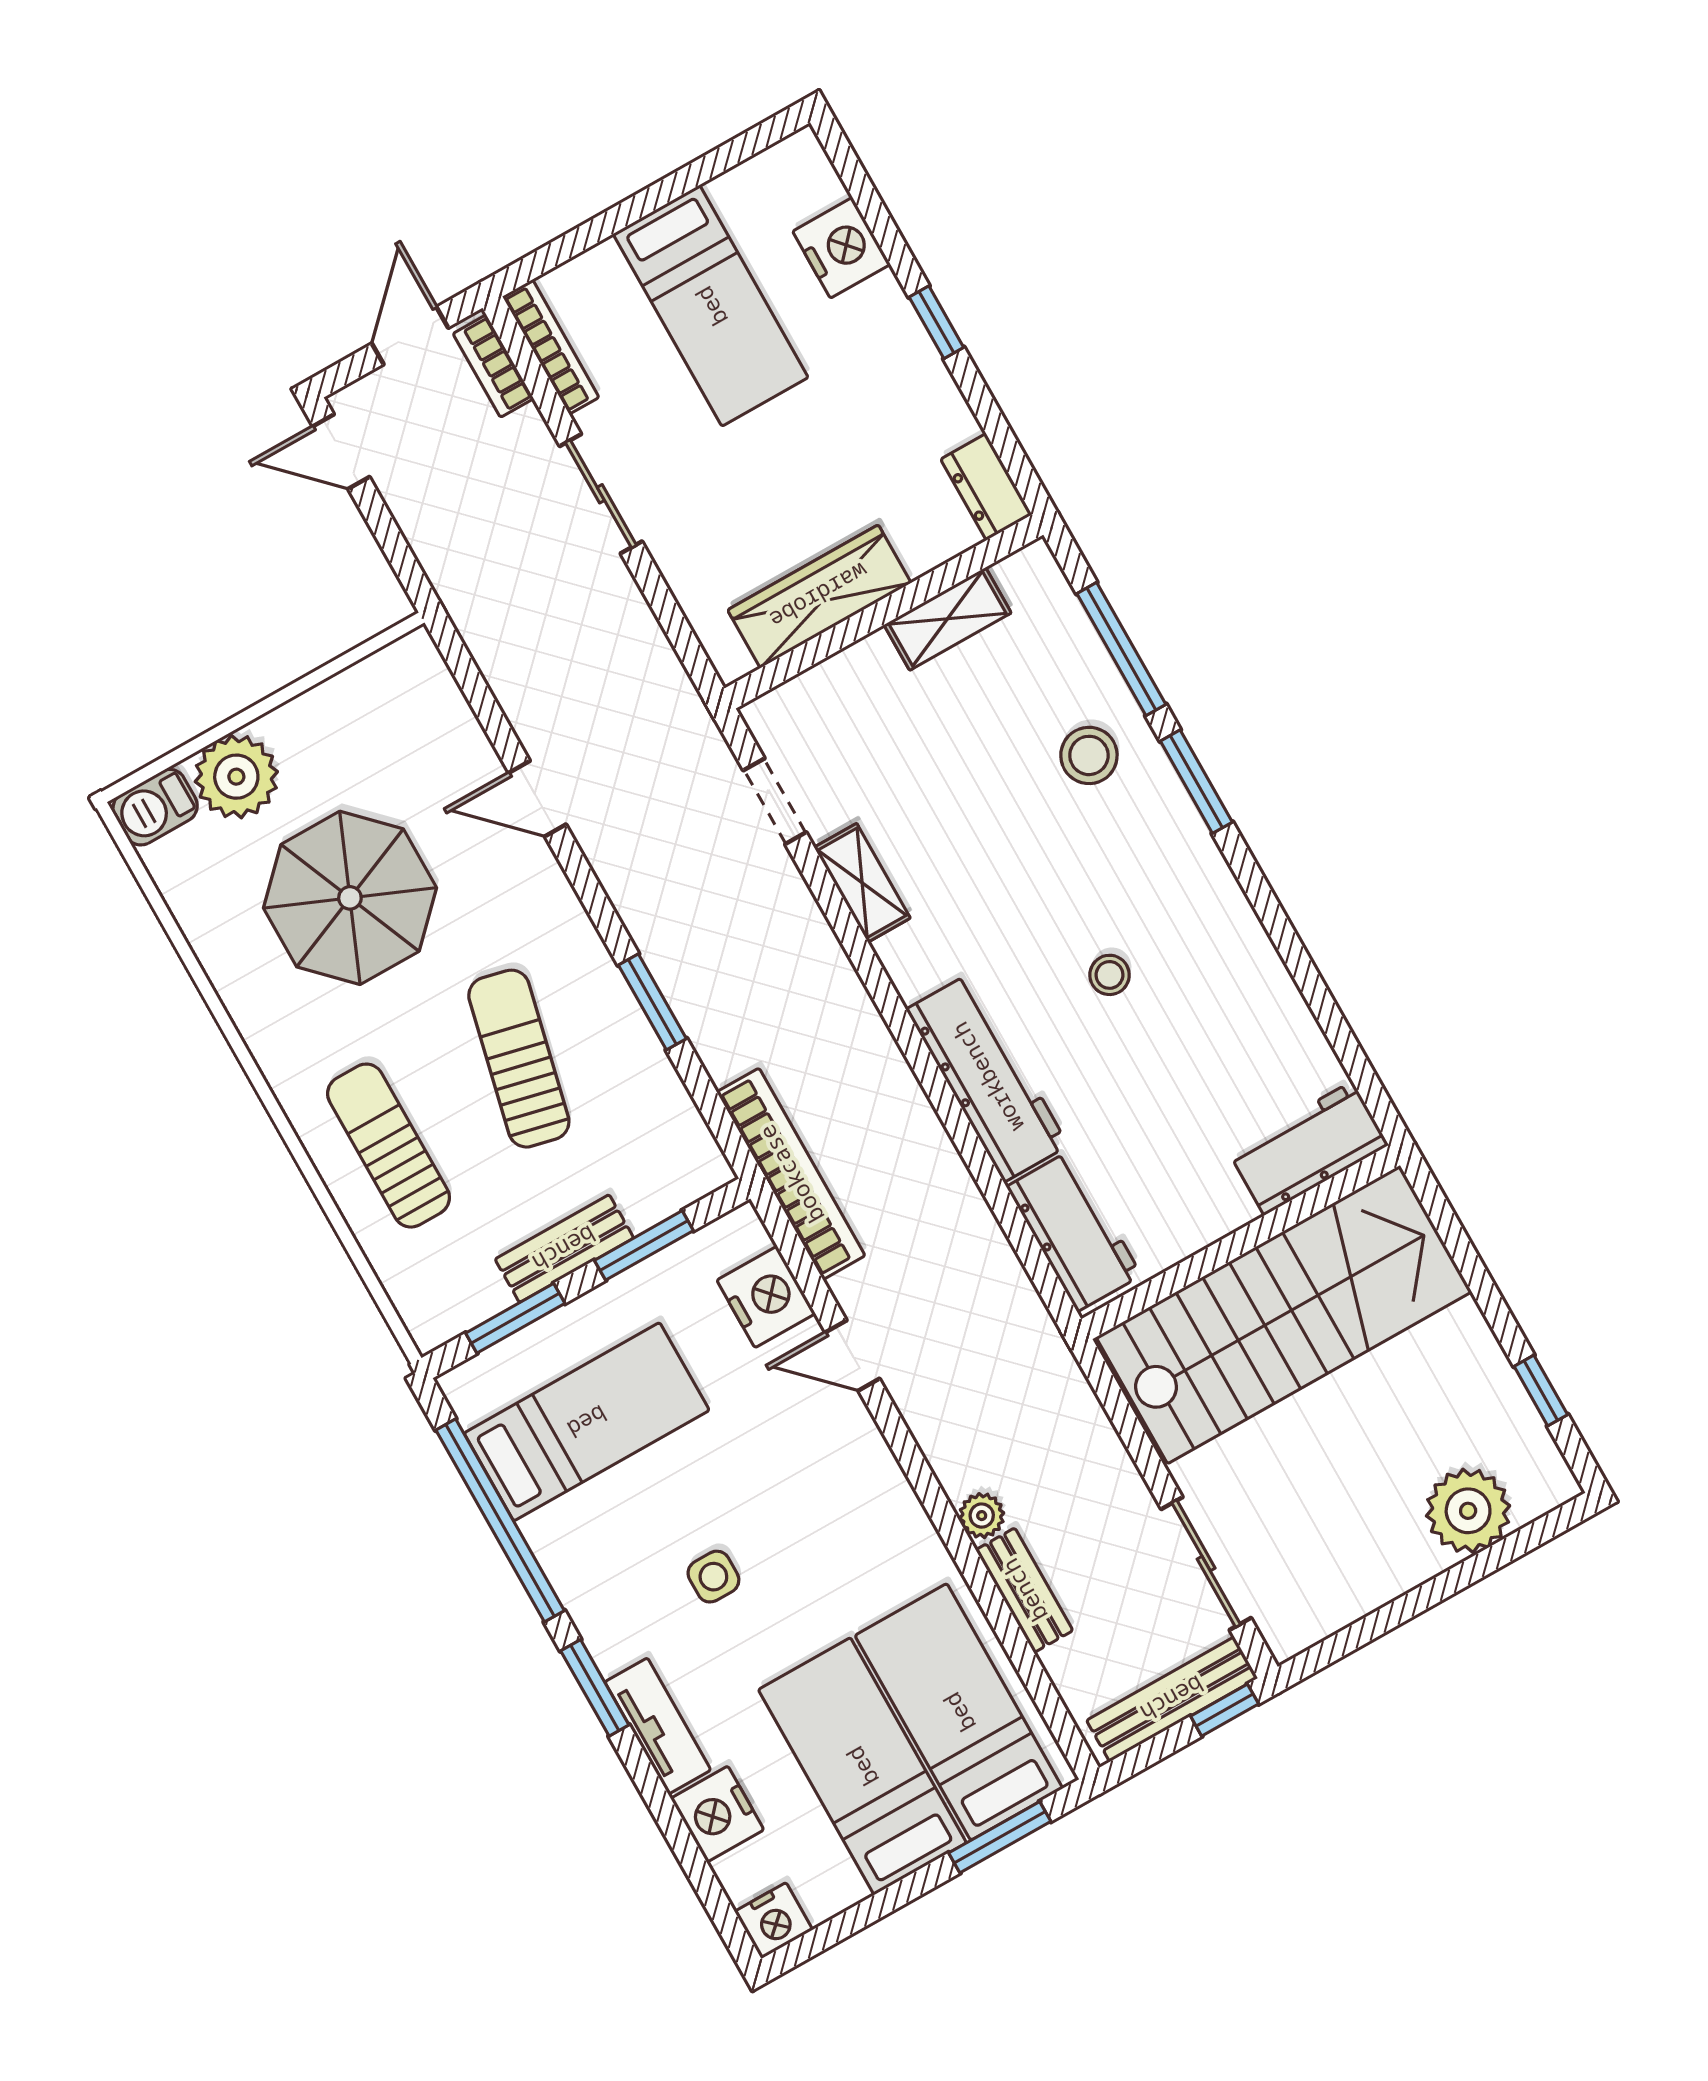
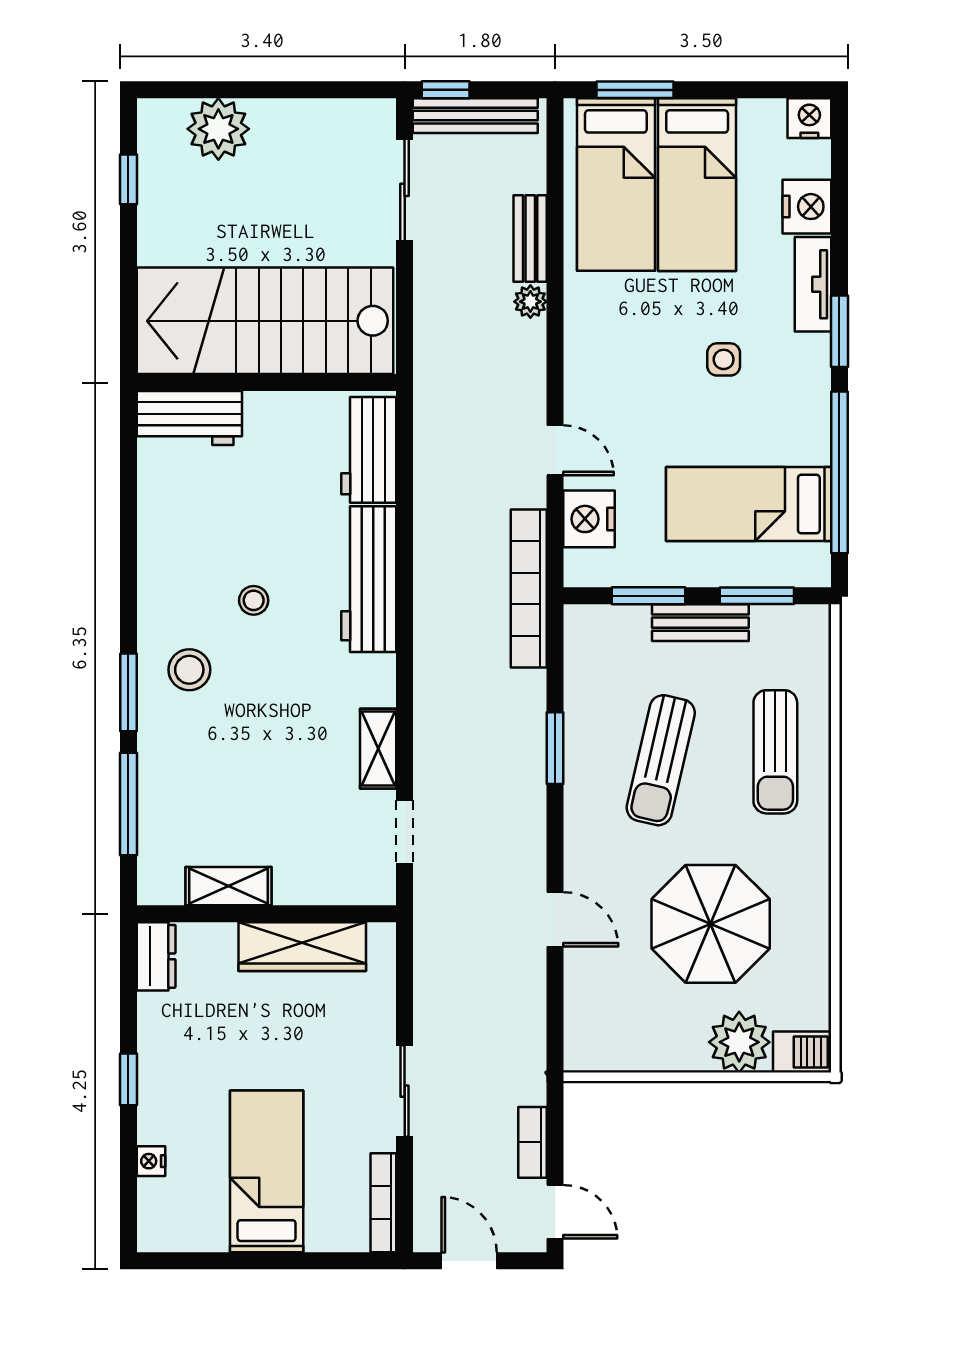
nightstand: (841, 248) -> (151, 1161), width x0.53, depth x0.56
door: (410, 336) -> (469, 1261), swing flipped
bookcase: (493, 366) -> (533, 1142), moved, turned 180
stool: (1089, 755) -> (189, 670), moved

